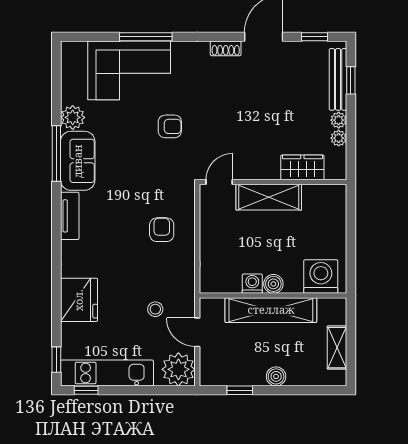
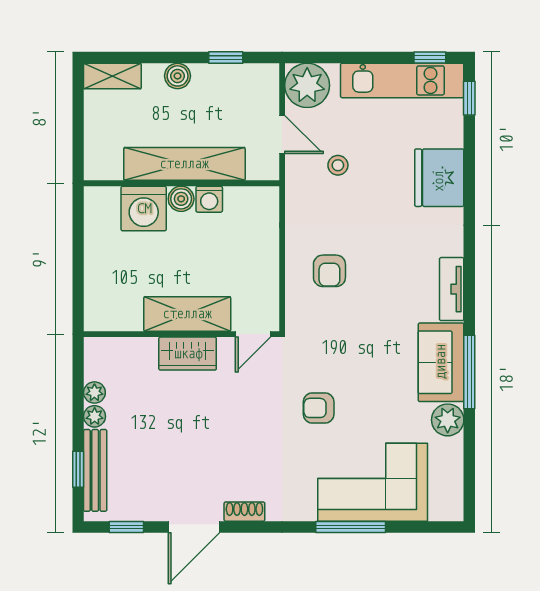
wardrobe: (302, 167) -> (188, 354), moved
washing machine: (321, 277) -> (144, 209), moved
shelving: (337, 348) -> (112, 76), moved, turned 90

